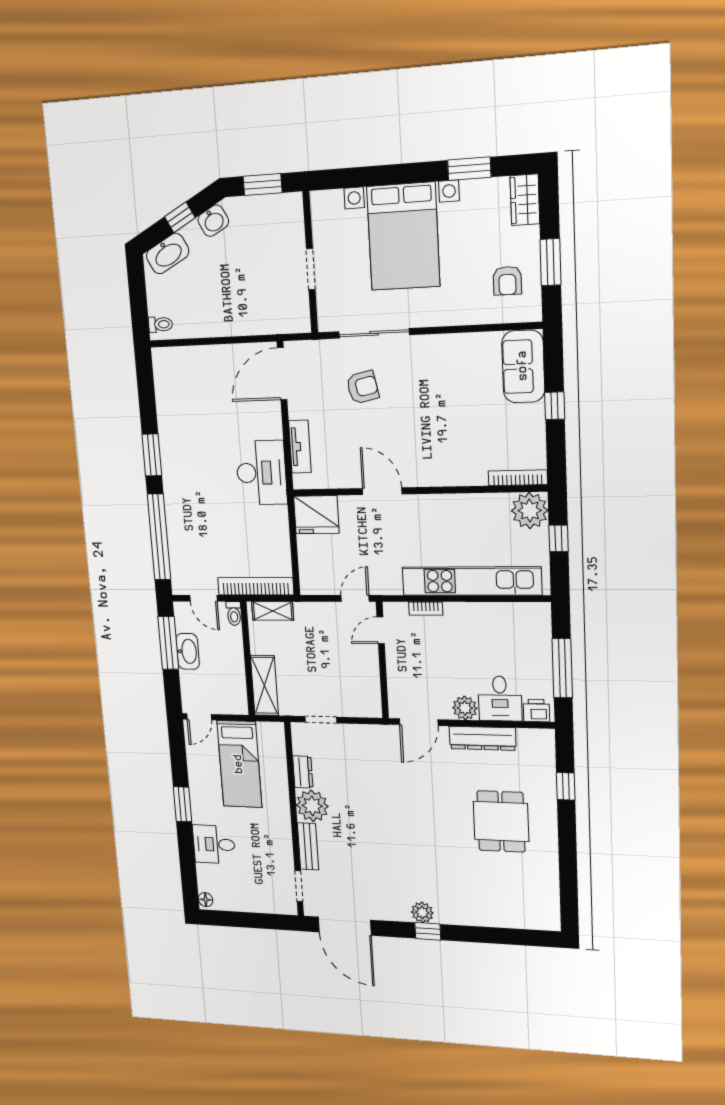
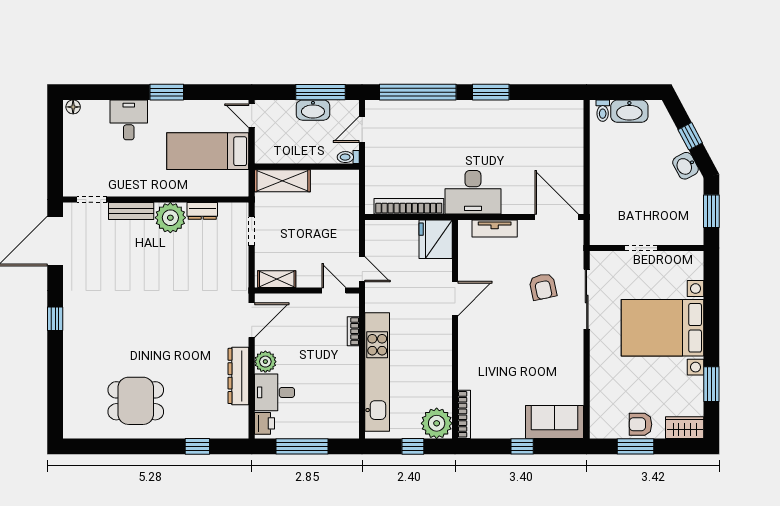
washbasin: (168, 254) -> (629, 111), moved, turned -62
armchair: (507, 281) -> (641, 424), moved
bookcase: (256, 586) -> (409, 206), moved, turned -90
shelving: (273, 611) -> (277, 279), moved, turned 90
door: (419, 722) -> (252, 320), swing flipped
dining table: (501, 821) -> (136, 401), moved
plant: (422, 912) -> (73, 315), removed

